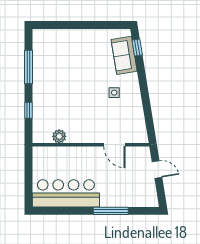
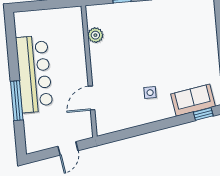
bar counter: (66, 193) -> (34, 74), moved

